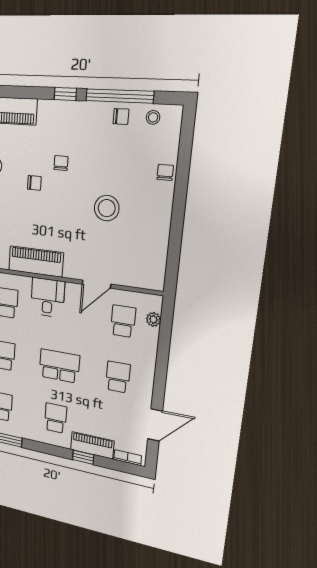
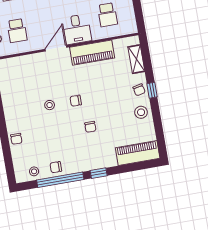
chair: (34, 183) -> (76, 101), moved
stool: (107, 208) -> (50, 105), width x0.53, depth x0.53
door: (96, 284) -> (56, 48), moved

